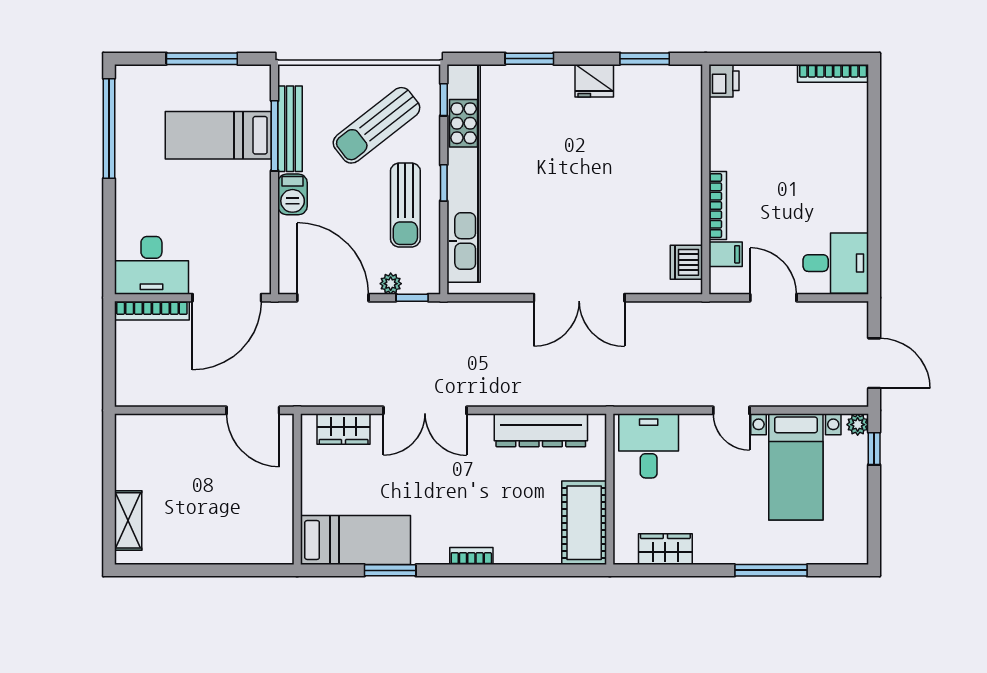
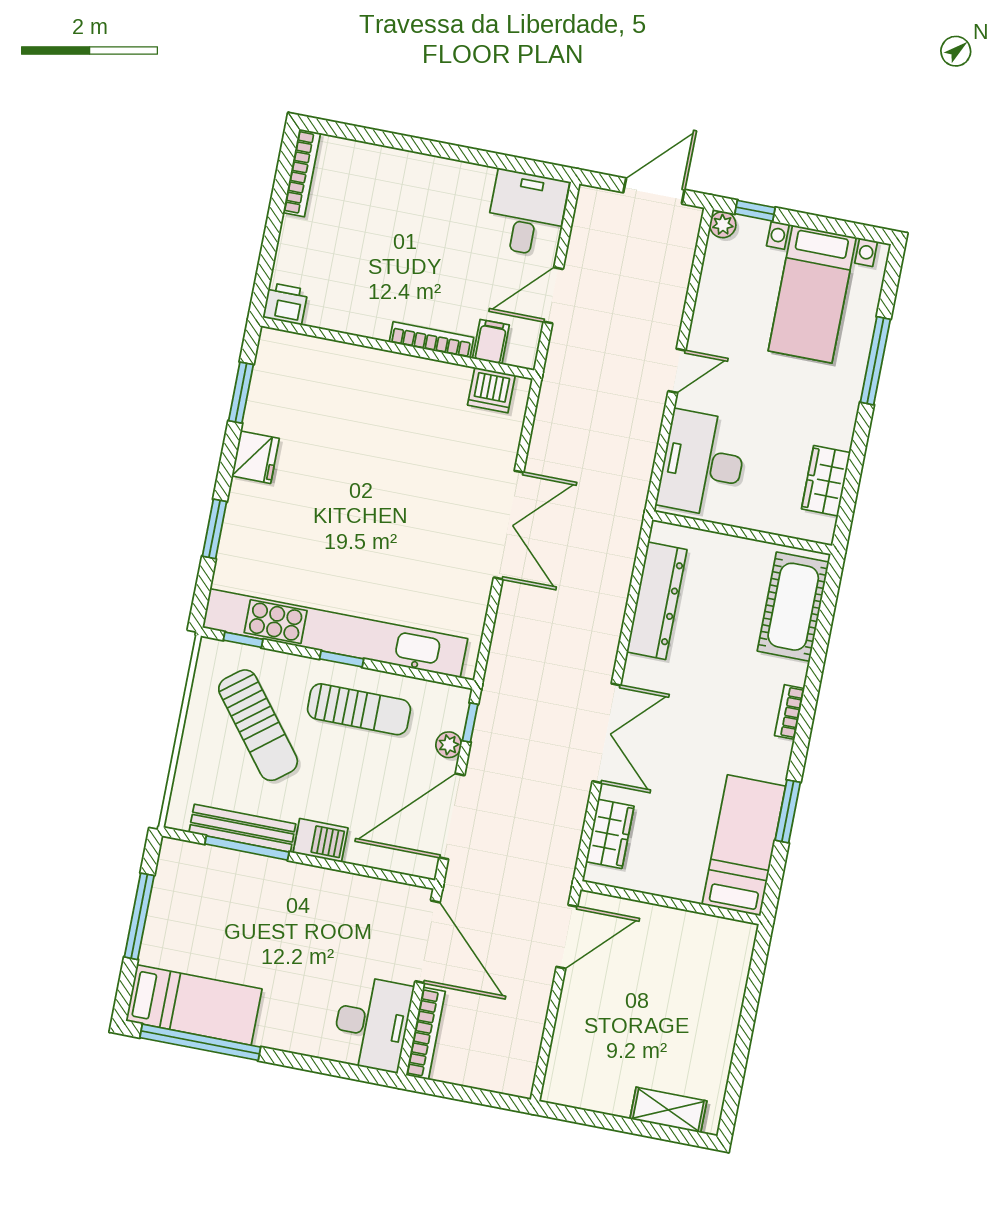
bed: (218, 135) -> (194, 1005), moved, turned -90
desk: (649, 446) -> (702, 464), width x1.37
bed with nightstands: (796, 467) -> (812, 294), moved, turned 90
cot: (584, 523) -> (793, 607), moved, turned 90

